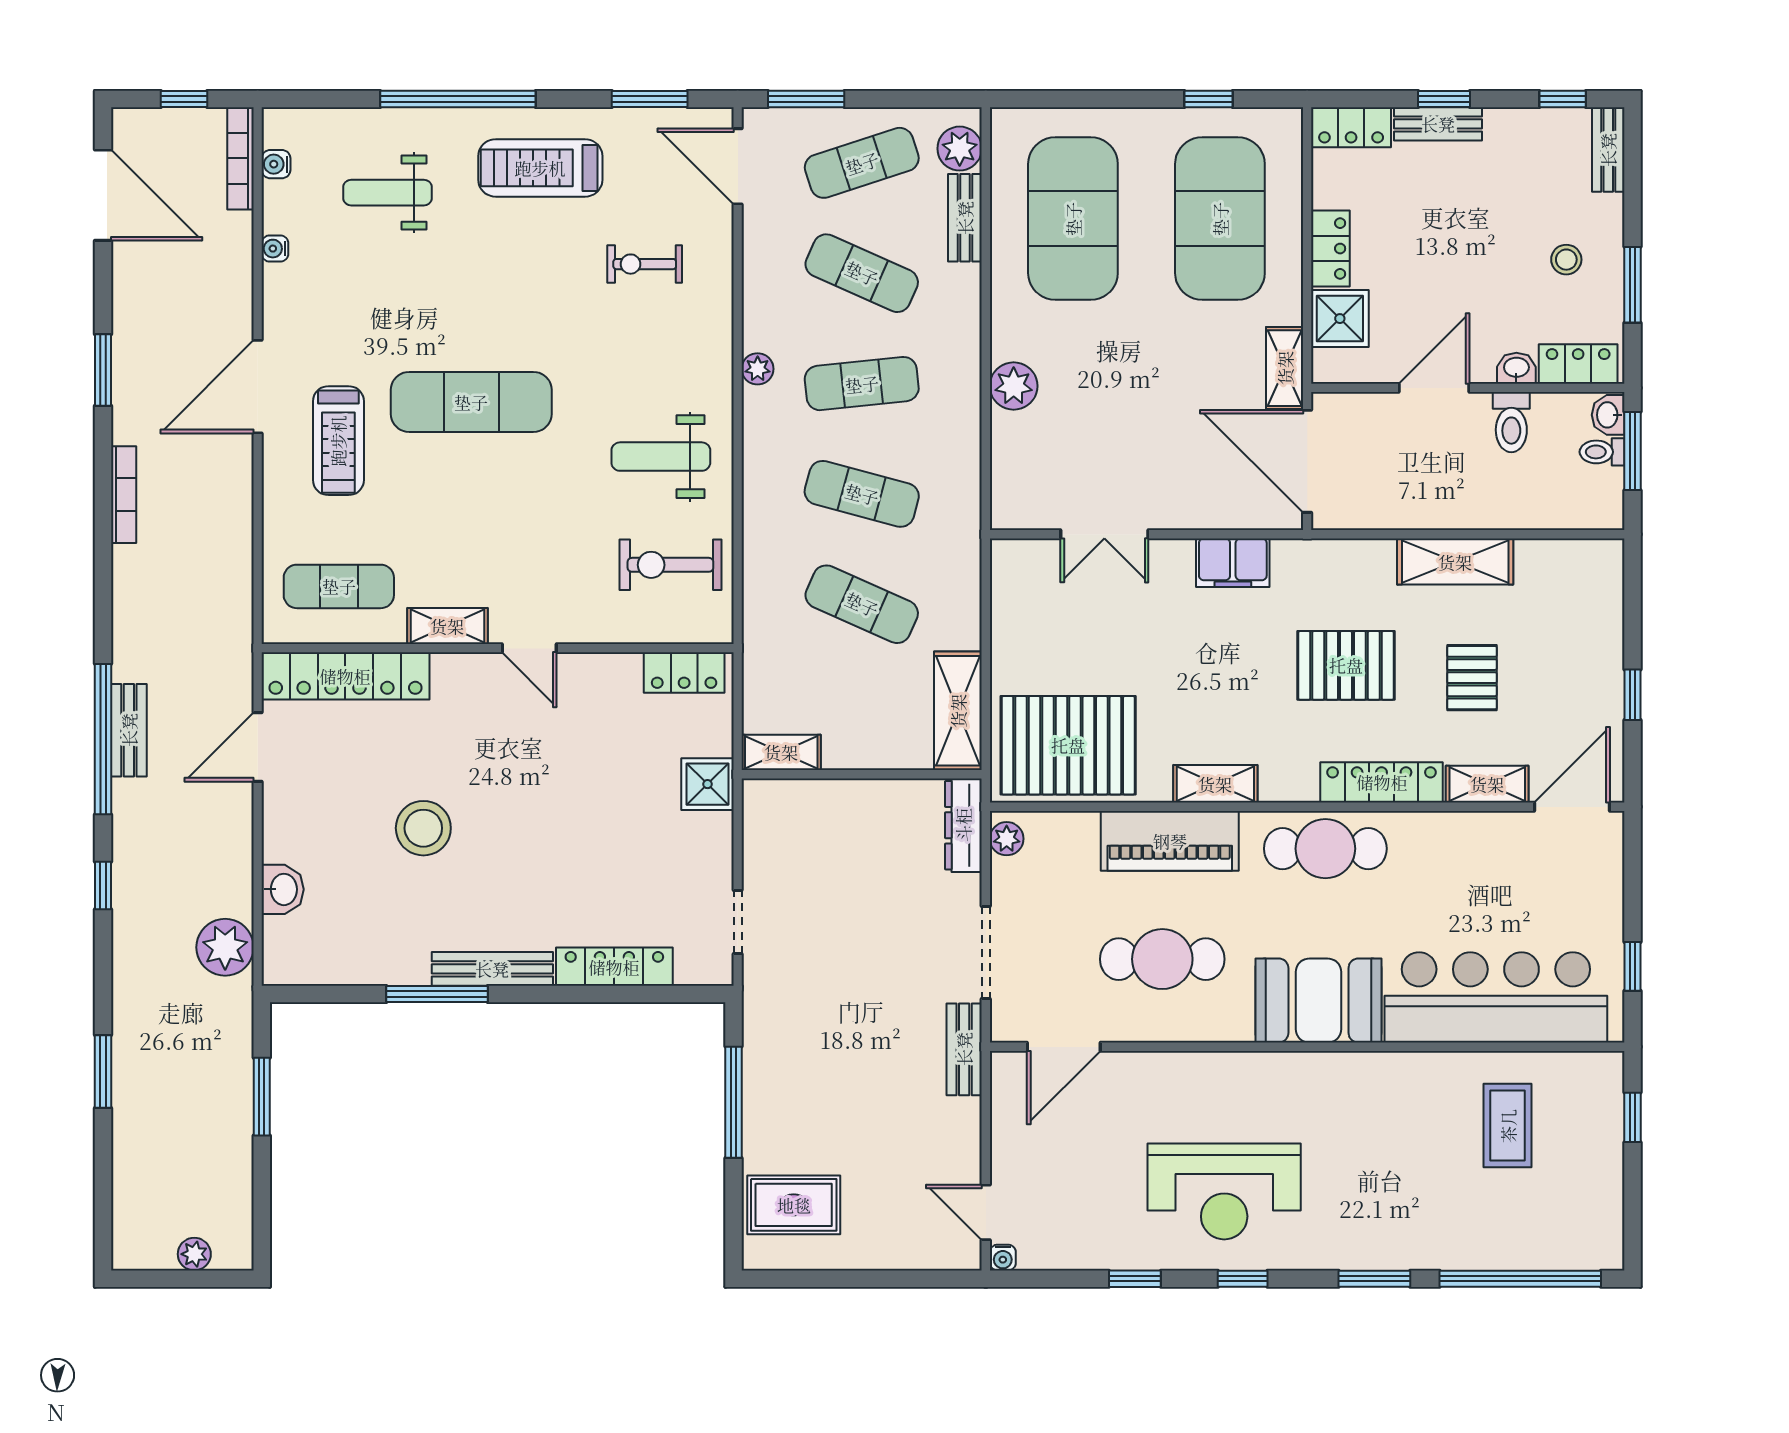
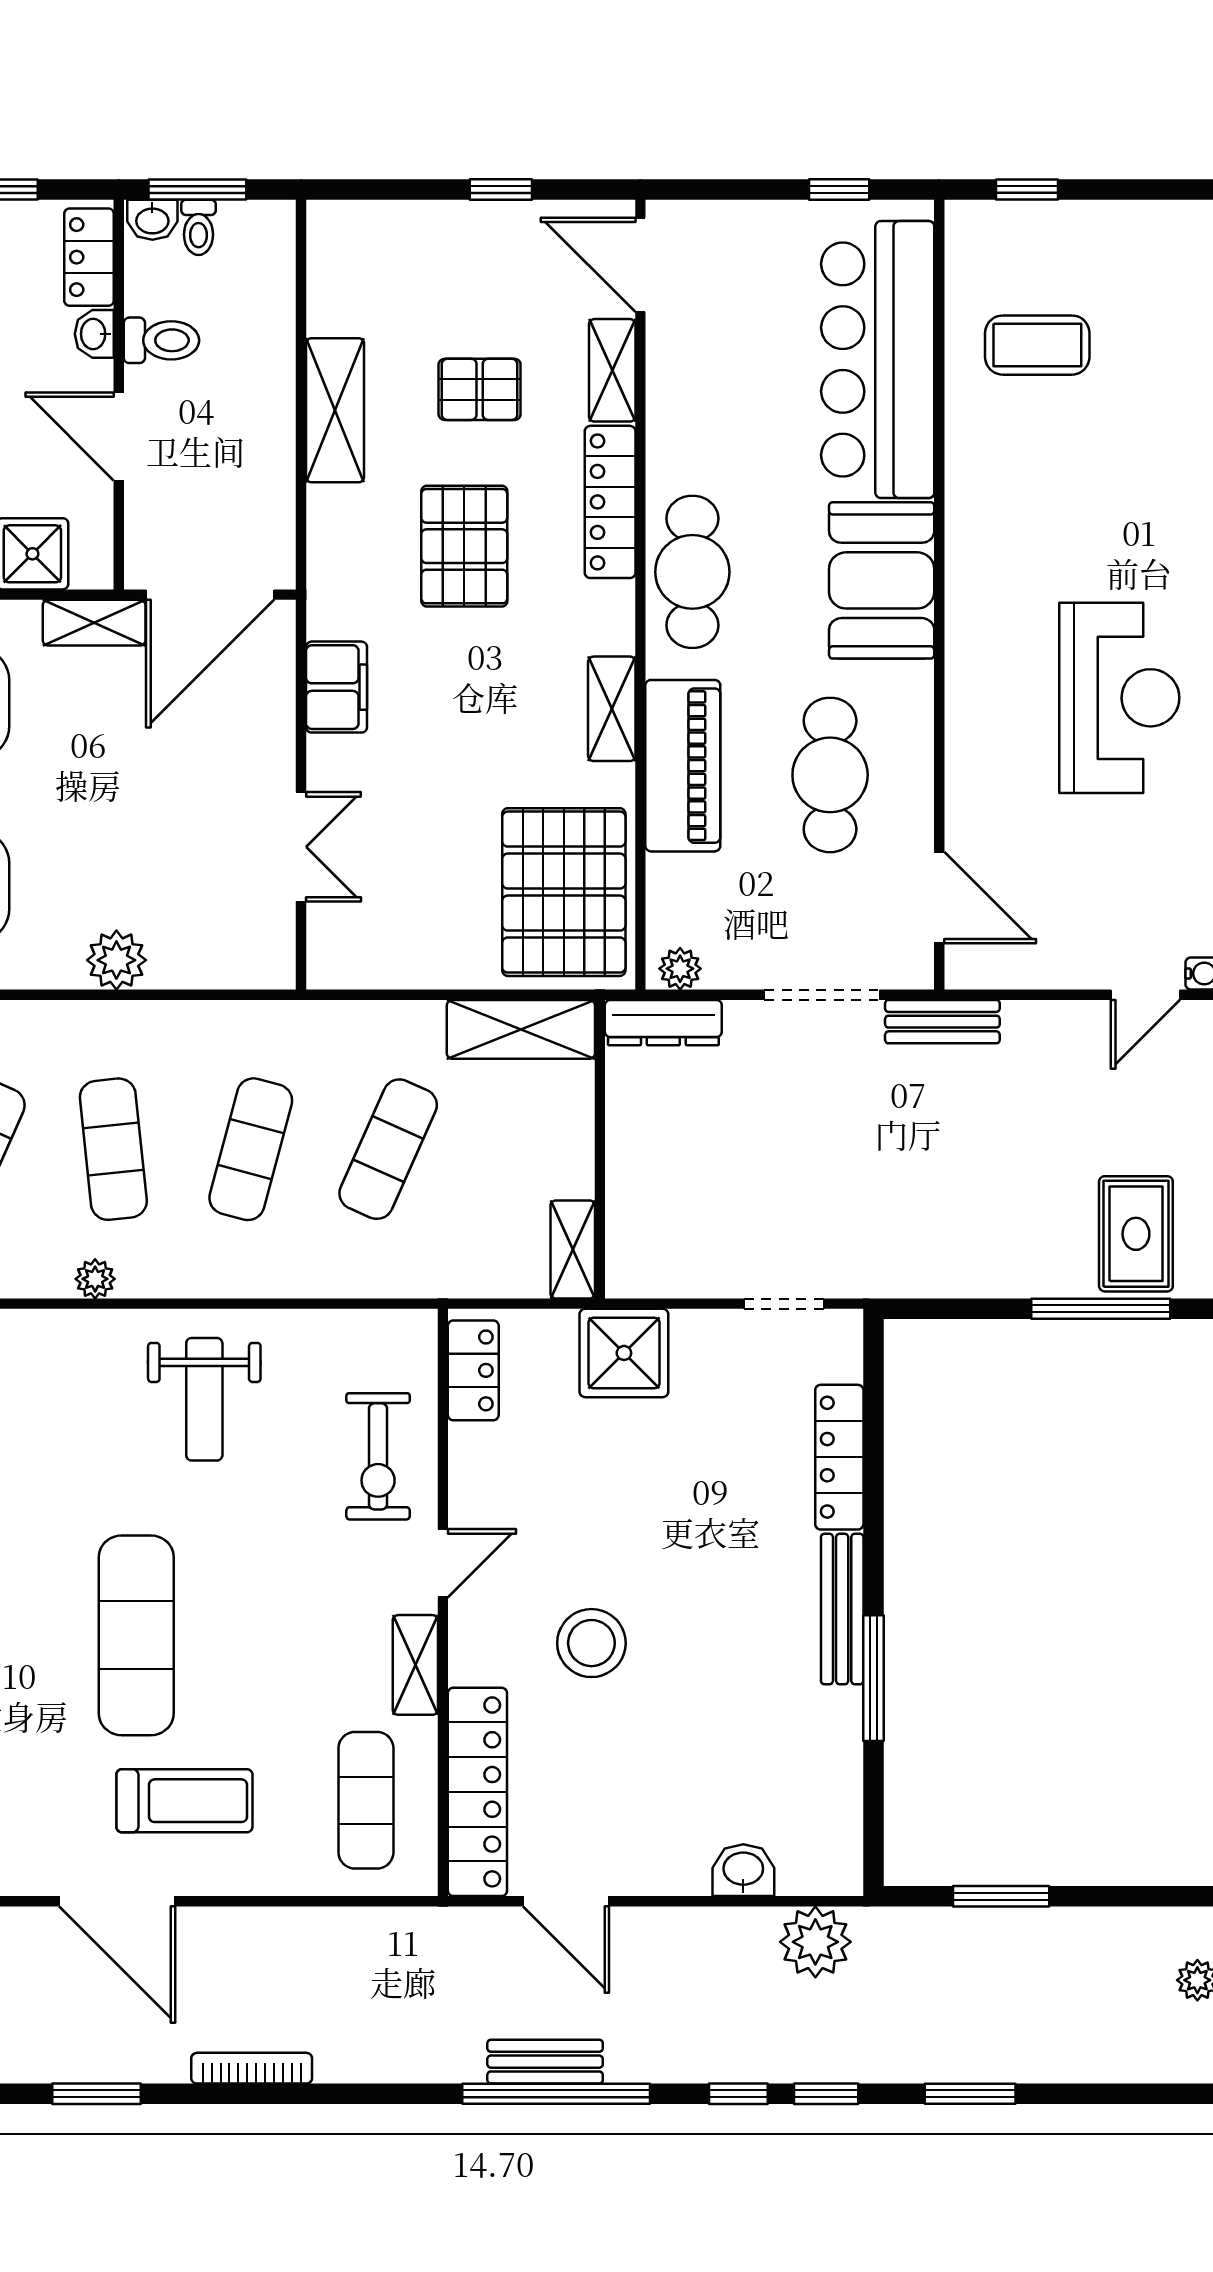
exercise bike: (670, 565) -> (378, 1456), moved
shower: (708, 784) -> (624, 1353), width x1.36, depth x1.36
stool: (423, 828) -> (591, 1643), moved
window: (103, 956) -> (826, 2094), added
window: (734, 1102) -> (1101, 1309), moved

